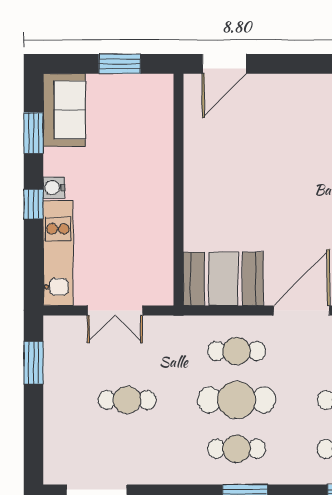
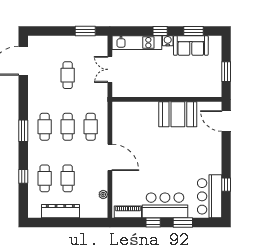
sofa: (64, 110) -> (191, 46), moved
booth: (223, 279) -> (178, 114), moved, turned 90
cafe table: (237, 400) -> (68, 127), width x0.73, depth x0.74

